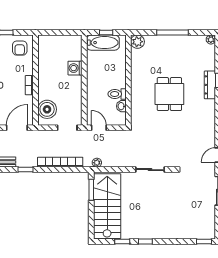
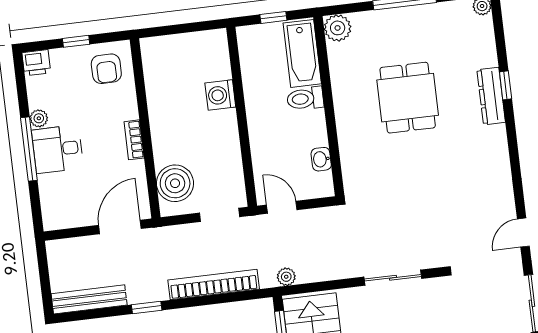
bathtub: (103, 43) -> (302, 53), moved, turned 90
toilet: (117, 94) -> (305, 99), moved
dining table: (169, 94) -> (408, 98), moved

